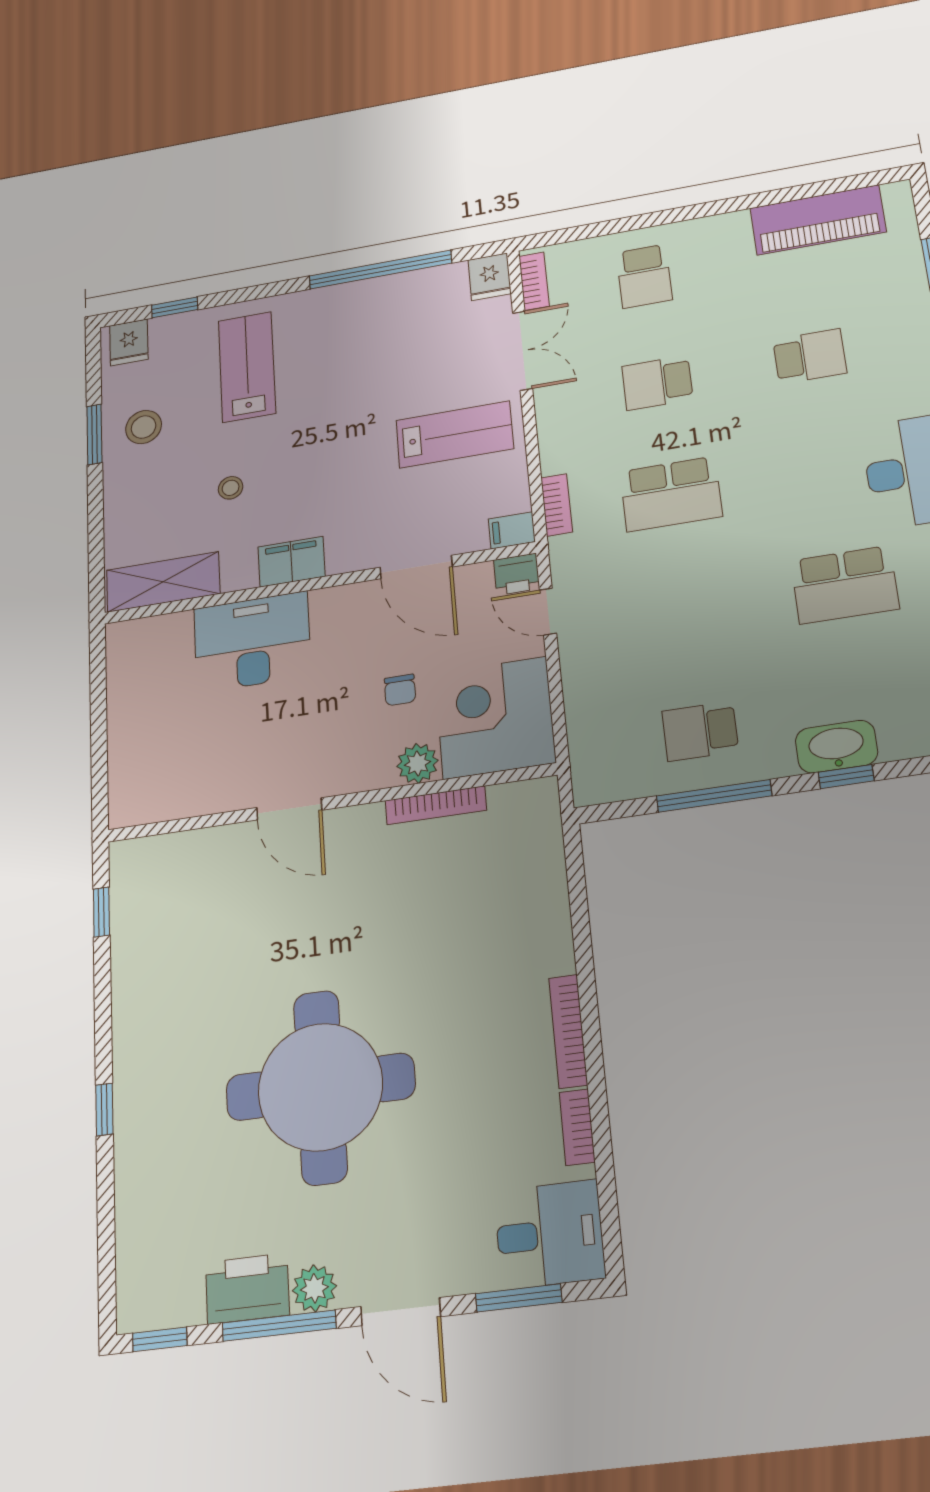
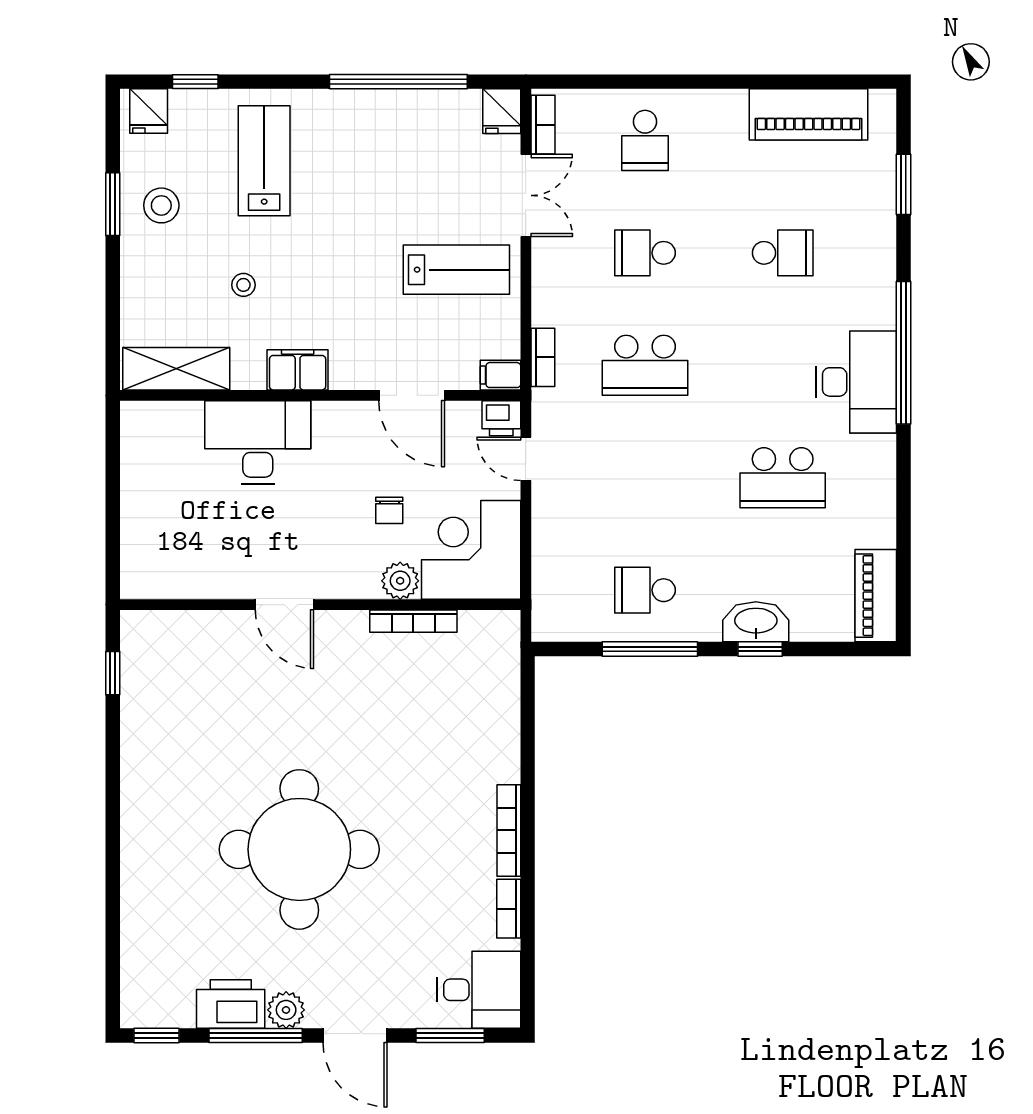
window: (104, 1109) -> (113, 845), removed

